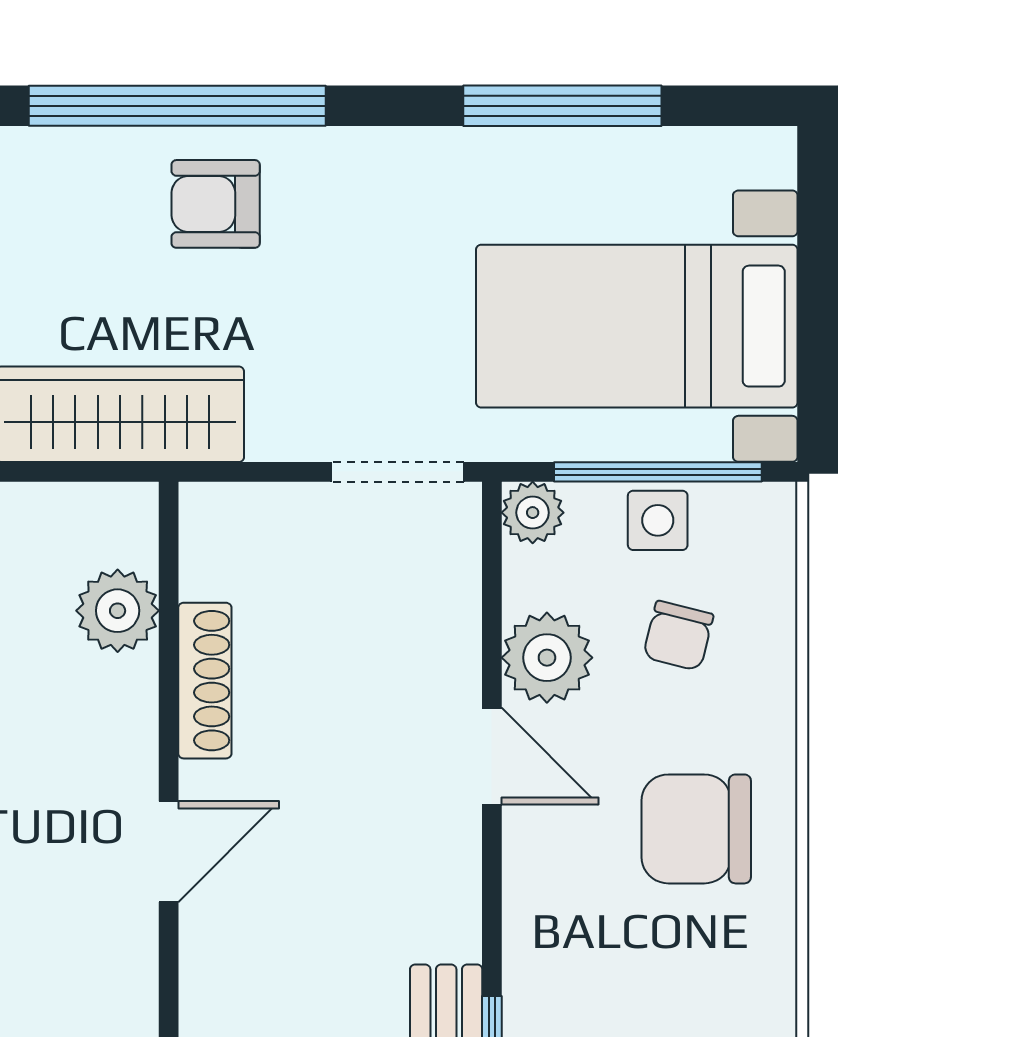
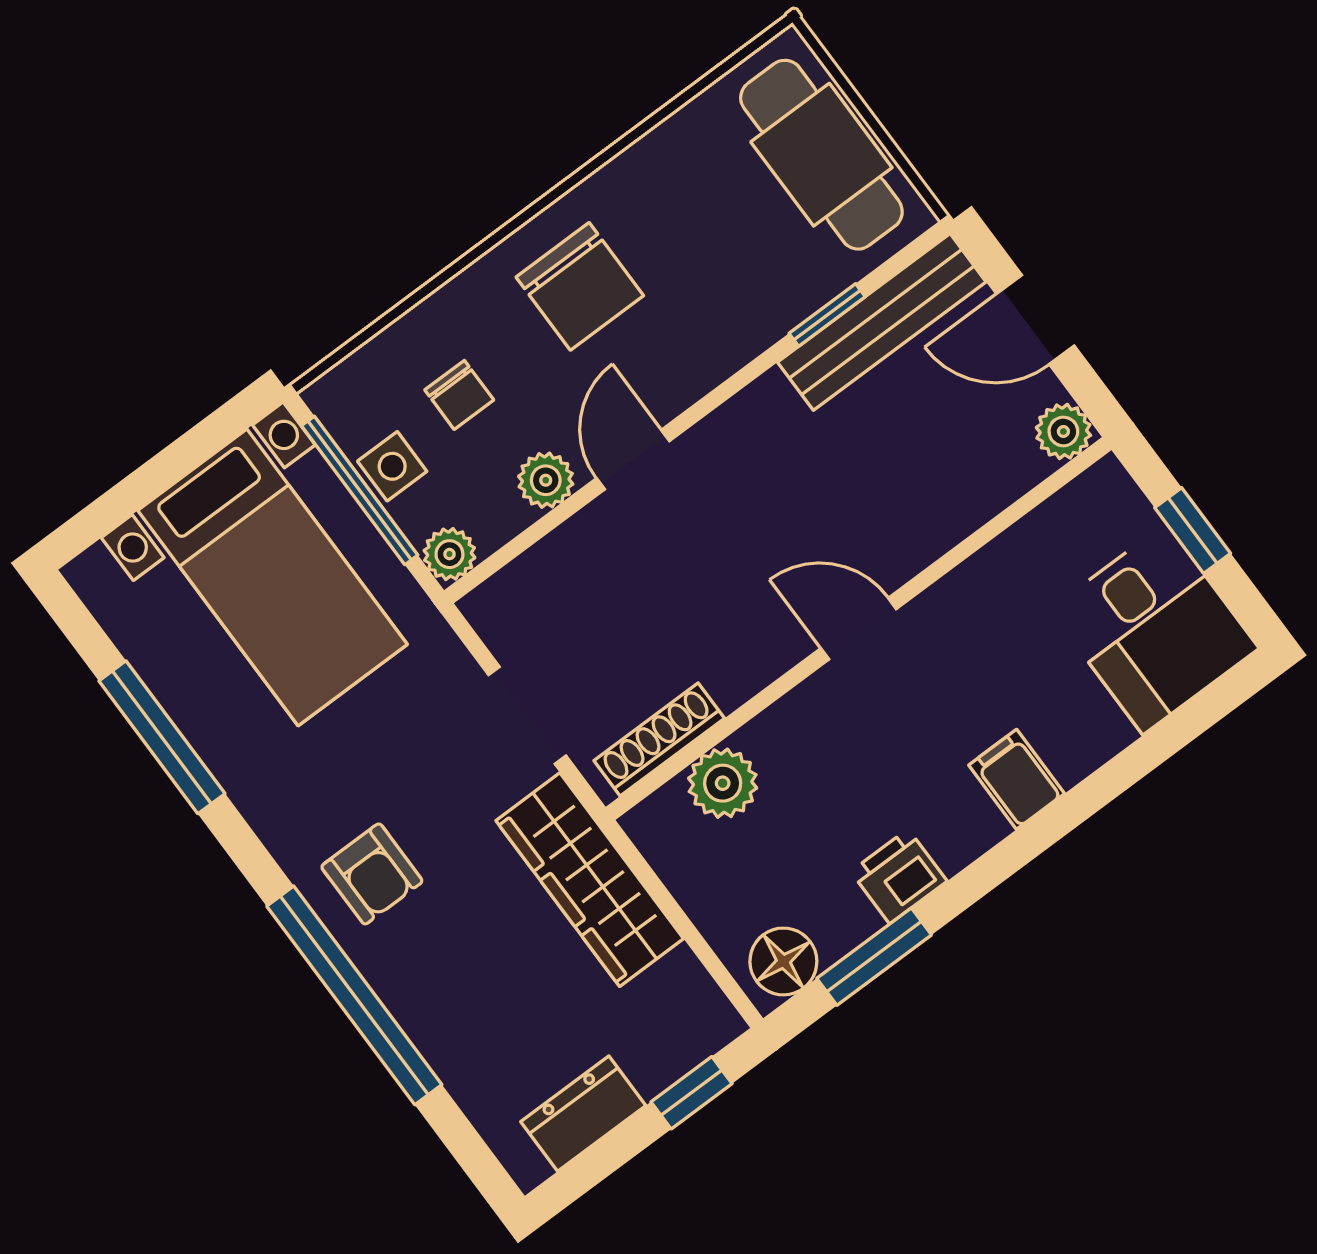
armchair: (216, 204) -> (372, 874), moved
doorway: (397, 472) -> (527, 715), moved
chair: (678, 636) -> (459, 395), turned 76
plant: (547, 658) -> (546, 480), width x0.73, depth x0.73
shoe rack: (205, 681) -> (659, 739), moved

